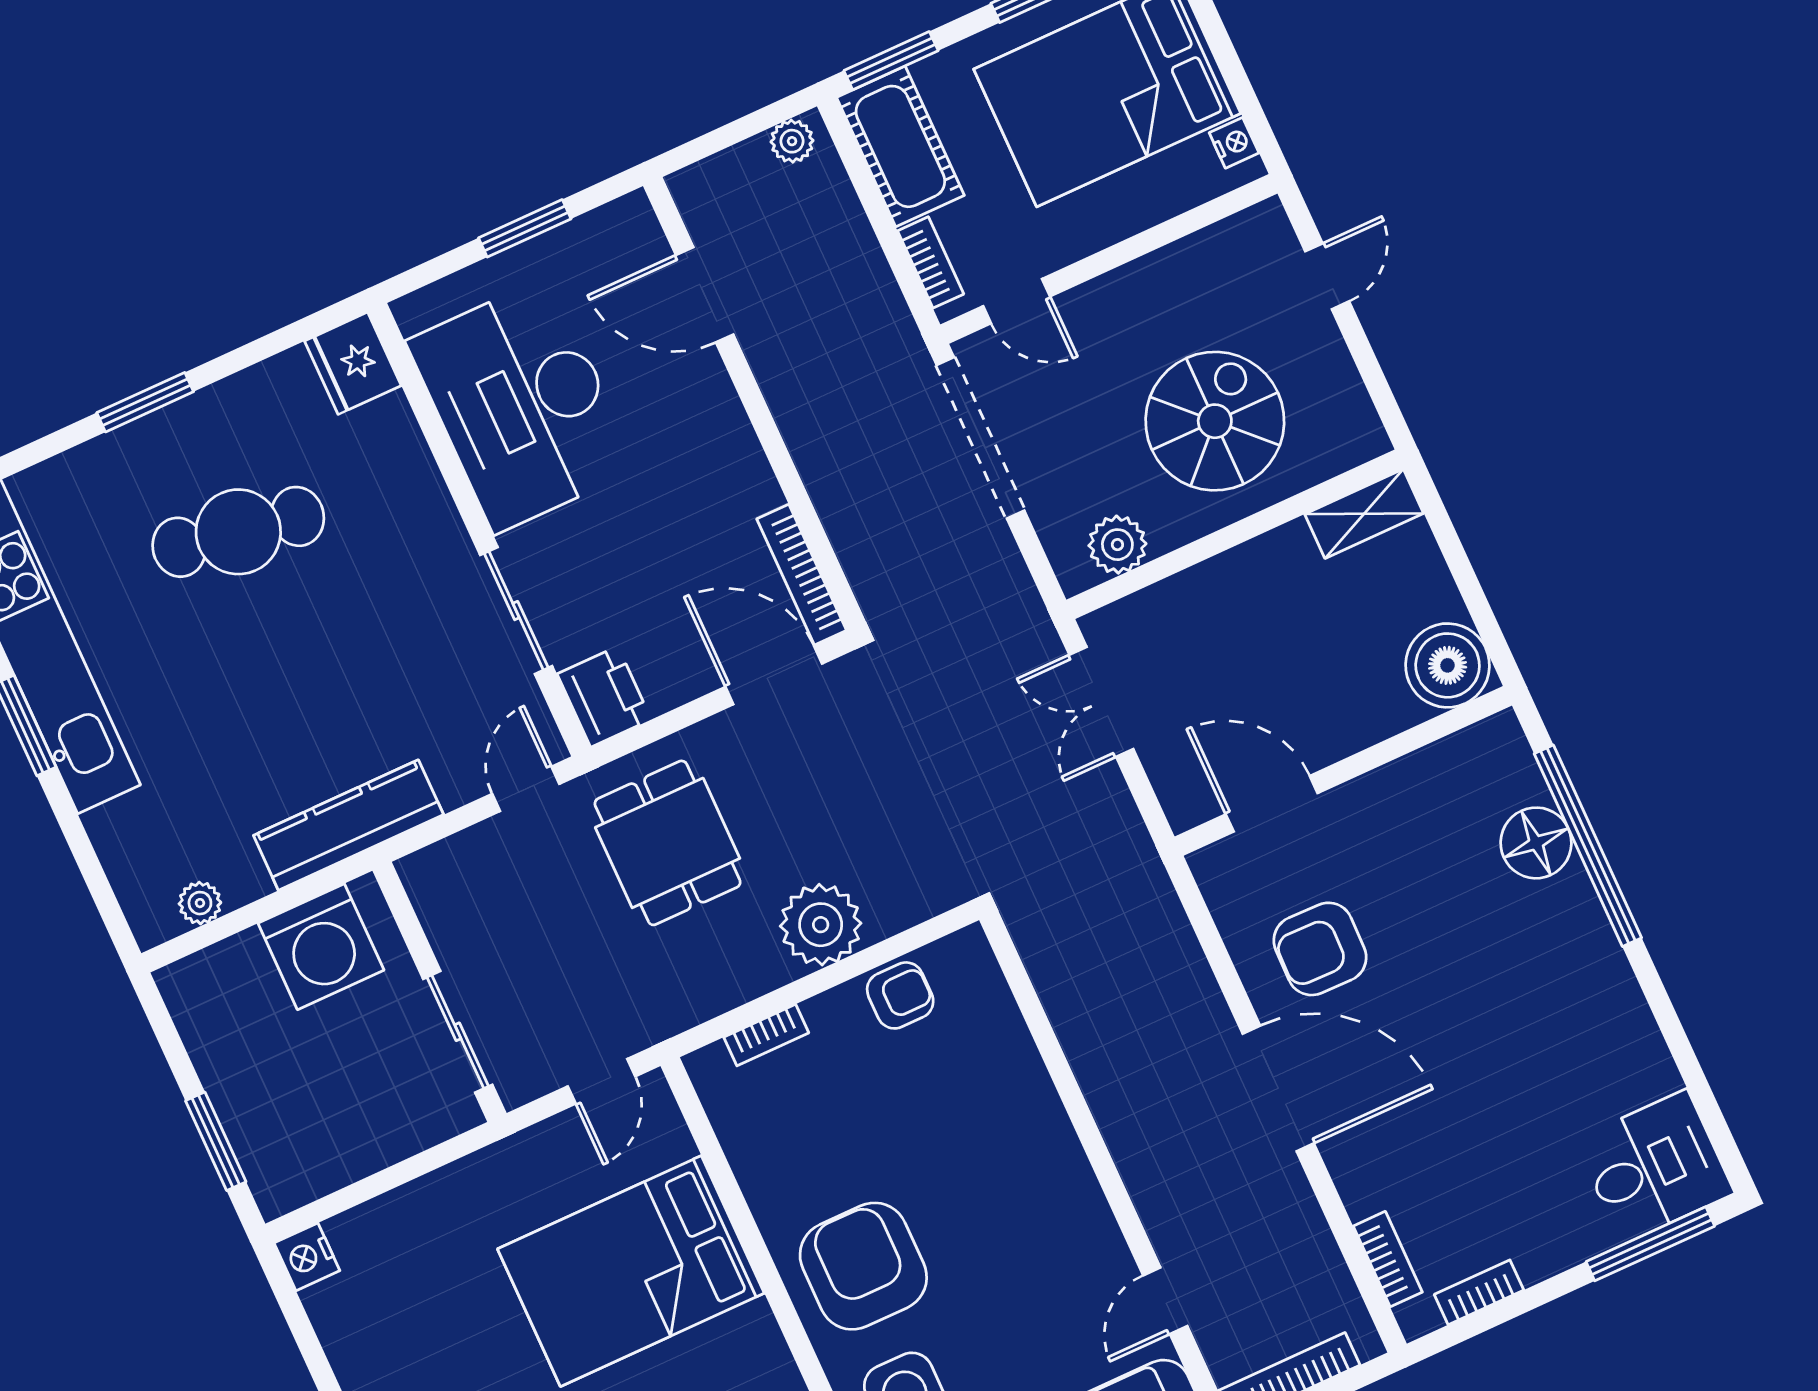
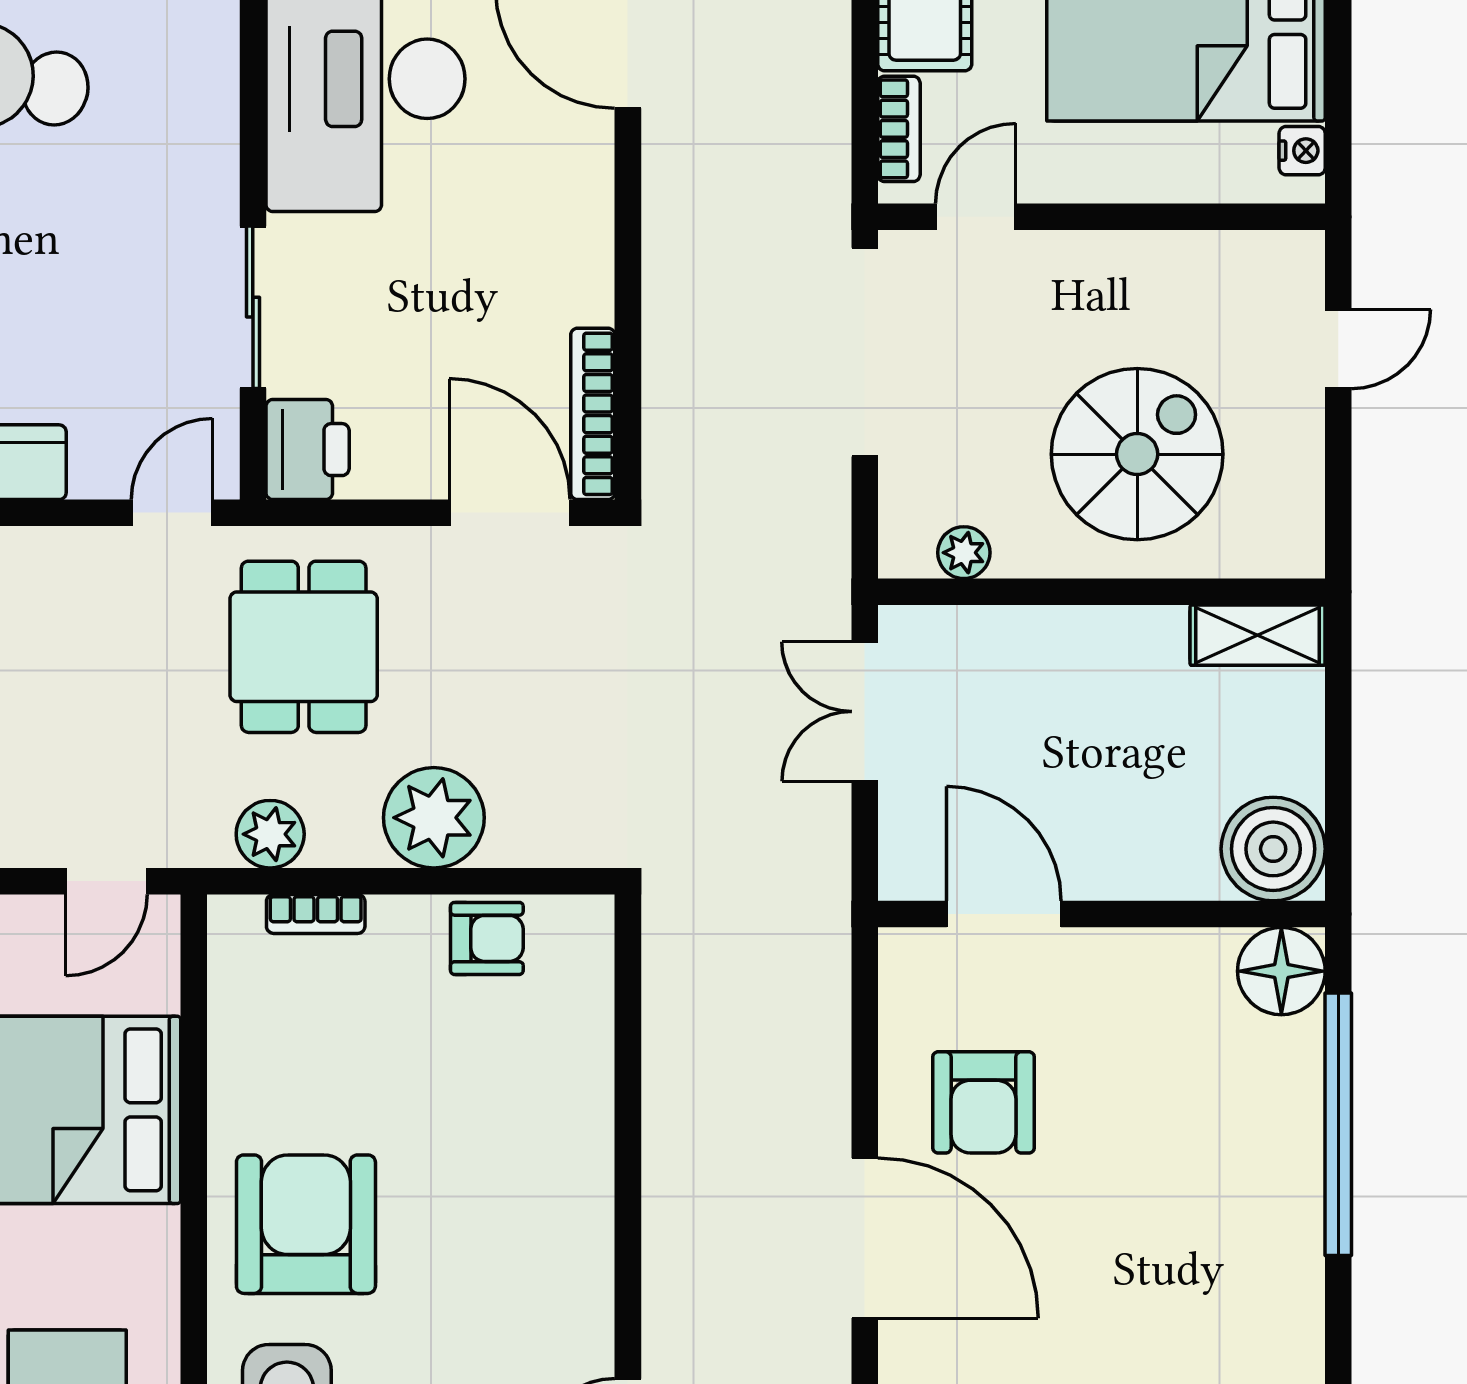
door: (1017, 301) -> (976, 217), swing flipped
plant: (1117, 545) -> (964, 553), width x0.73, depth x0.73
floor lamp: (1536, 843) -> (1281, 971), moved
armchair: (1320, 949) -> (983, 1102), turned -91
plant: (706, 992) -> (270, 834), added

